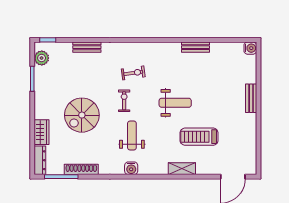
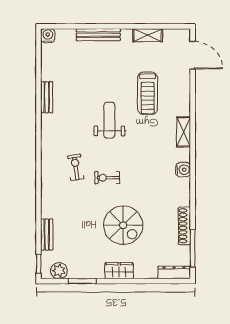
bench: (87, 47) -> (47, 235), moved
bench: (251, 98) -> (98, 35), width x1.36
wardrobe: (42, 132) -> (119, 271), moved
weight bench: (132, 136) -> (146, 169), removed
shelving: (251, 137) -> (148, 35), added
shelving: (182, 169) -> (183, 132), moved

